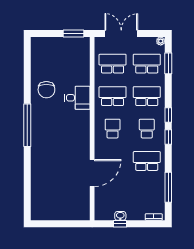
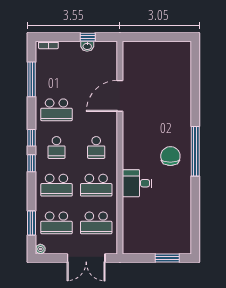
window: (73, 33) -> (167, 258), moved
chair: (46, 90) -> (170, 156), moved

